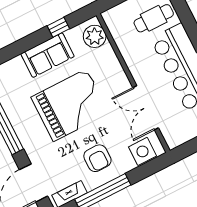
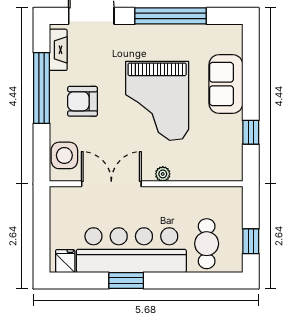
plant: (95, 36) -> (163, 174), moved, width x0.53, depth x0.53
sofa: (48, 55) -> (226, 84), moved

